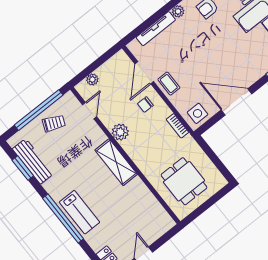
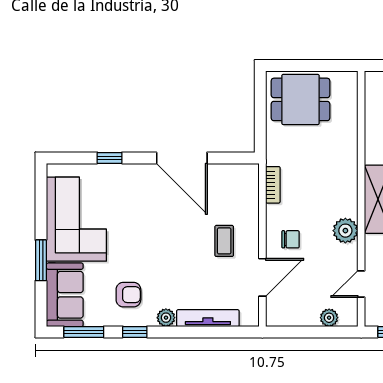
coffee table: (169, 84) -> (224, 241), moved
side table: (198, 113) -> (238, 181), removed
dining table: (184, 181) -> (300, 99), moved, turned 90

